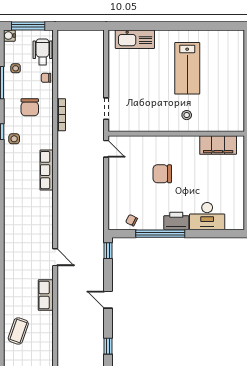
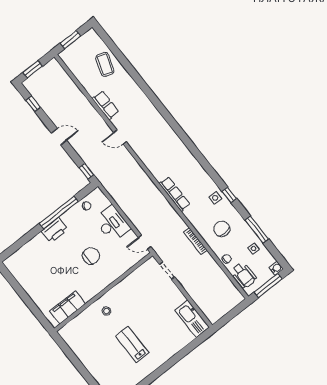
kitchen sink: (135, 39) -> (192, 319), moved, turned -90
lab bench: (187, 68) -> (132, 344), width x0.73, depth x0.72
desk: (207, 216) -> (112, 224), moved, turned 90

